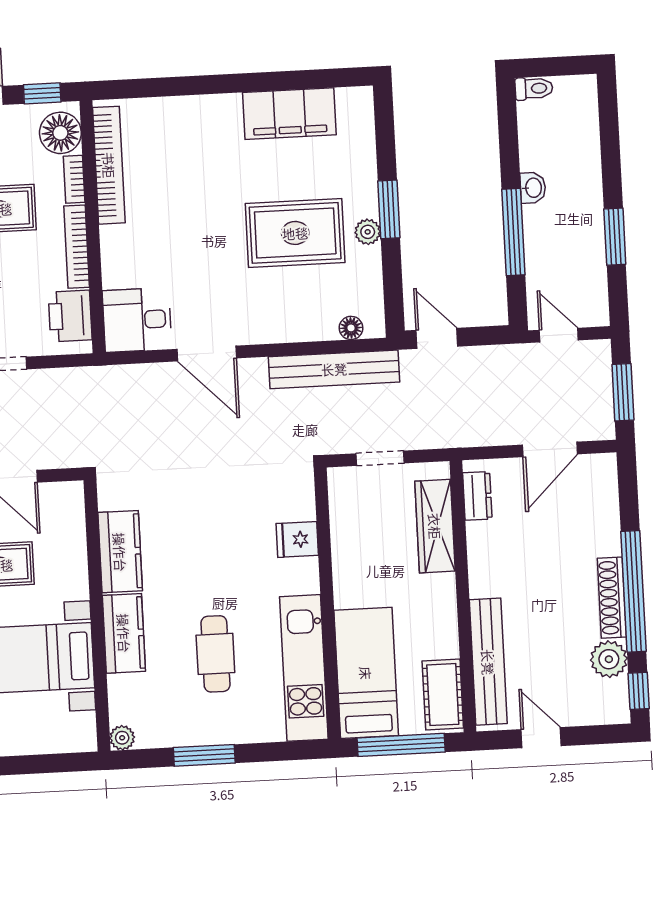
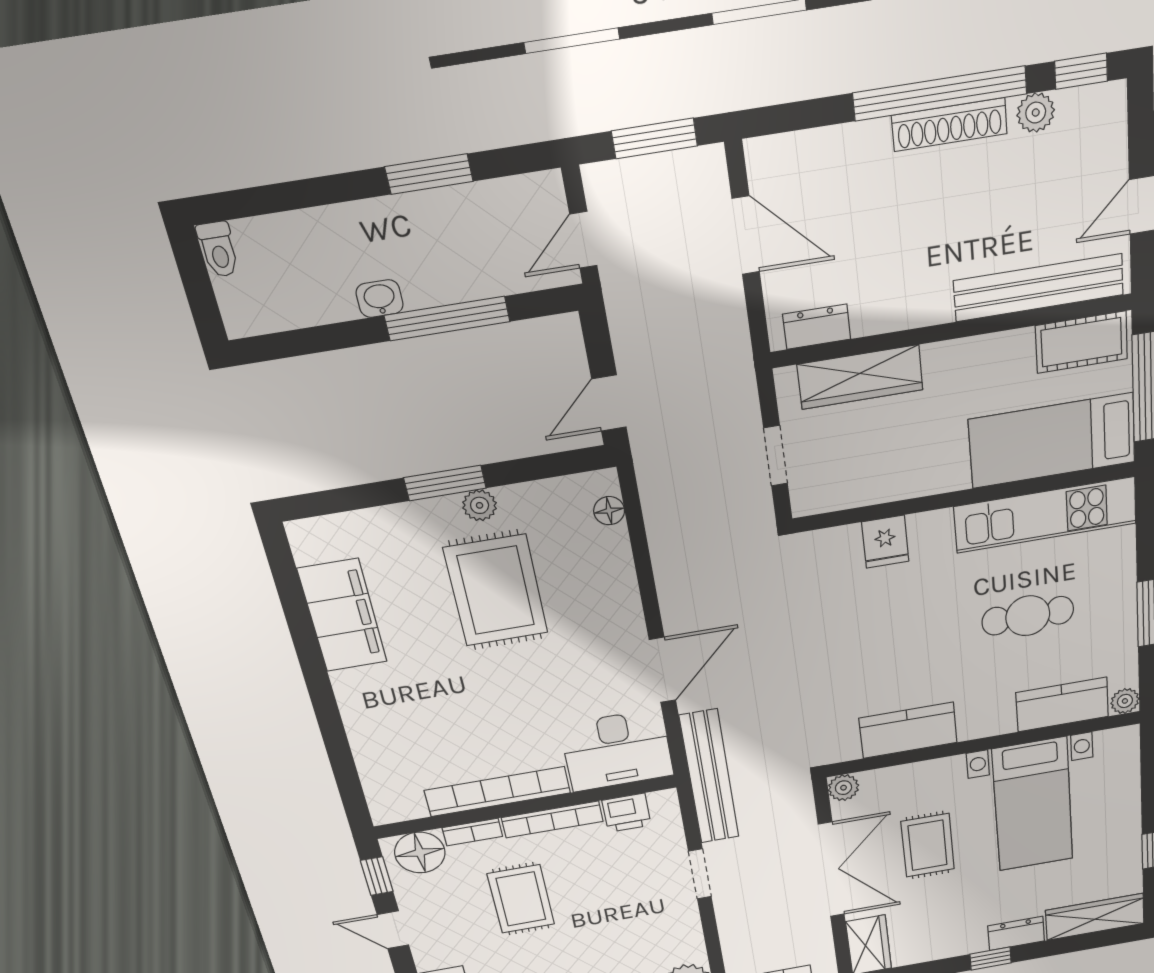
toilet: (534, 88) -> (218, 249), moved, turned 180
bookcase: (109, 165) -> (498, 792), moved
printer: (70, 316) -> (627, 813), width x0.73, depth x0.81
desk: (137, 320) -> (617, 750), width x1.37
bench: (334, 369) -> (709, 777), moved
plant: (71, 494) -> (844, 788), added
kitchen counter: (124, 633) -> (1062, 705), moved
plant: (609, 659) -> (1036, 113), width x0.73, depth x0.73

